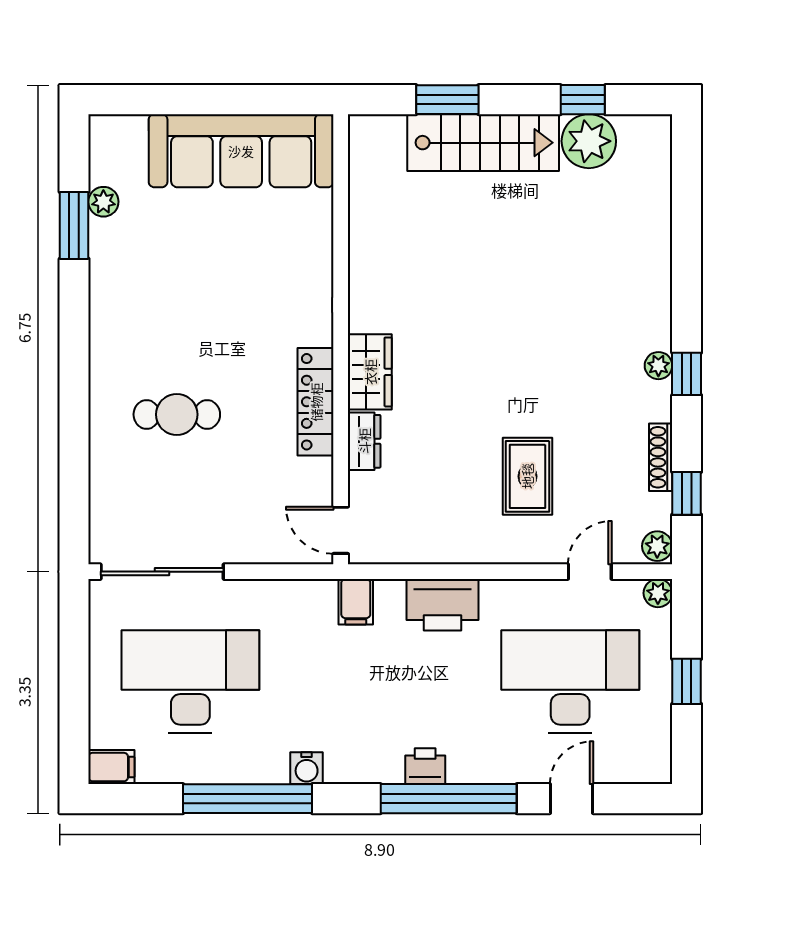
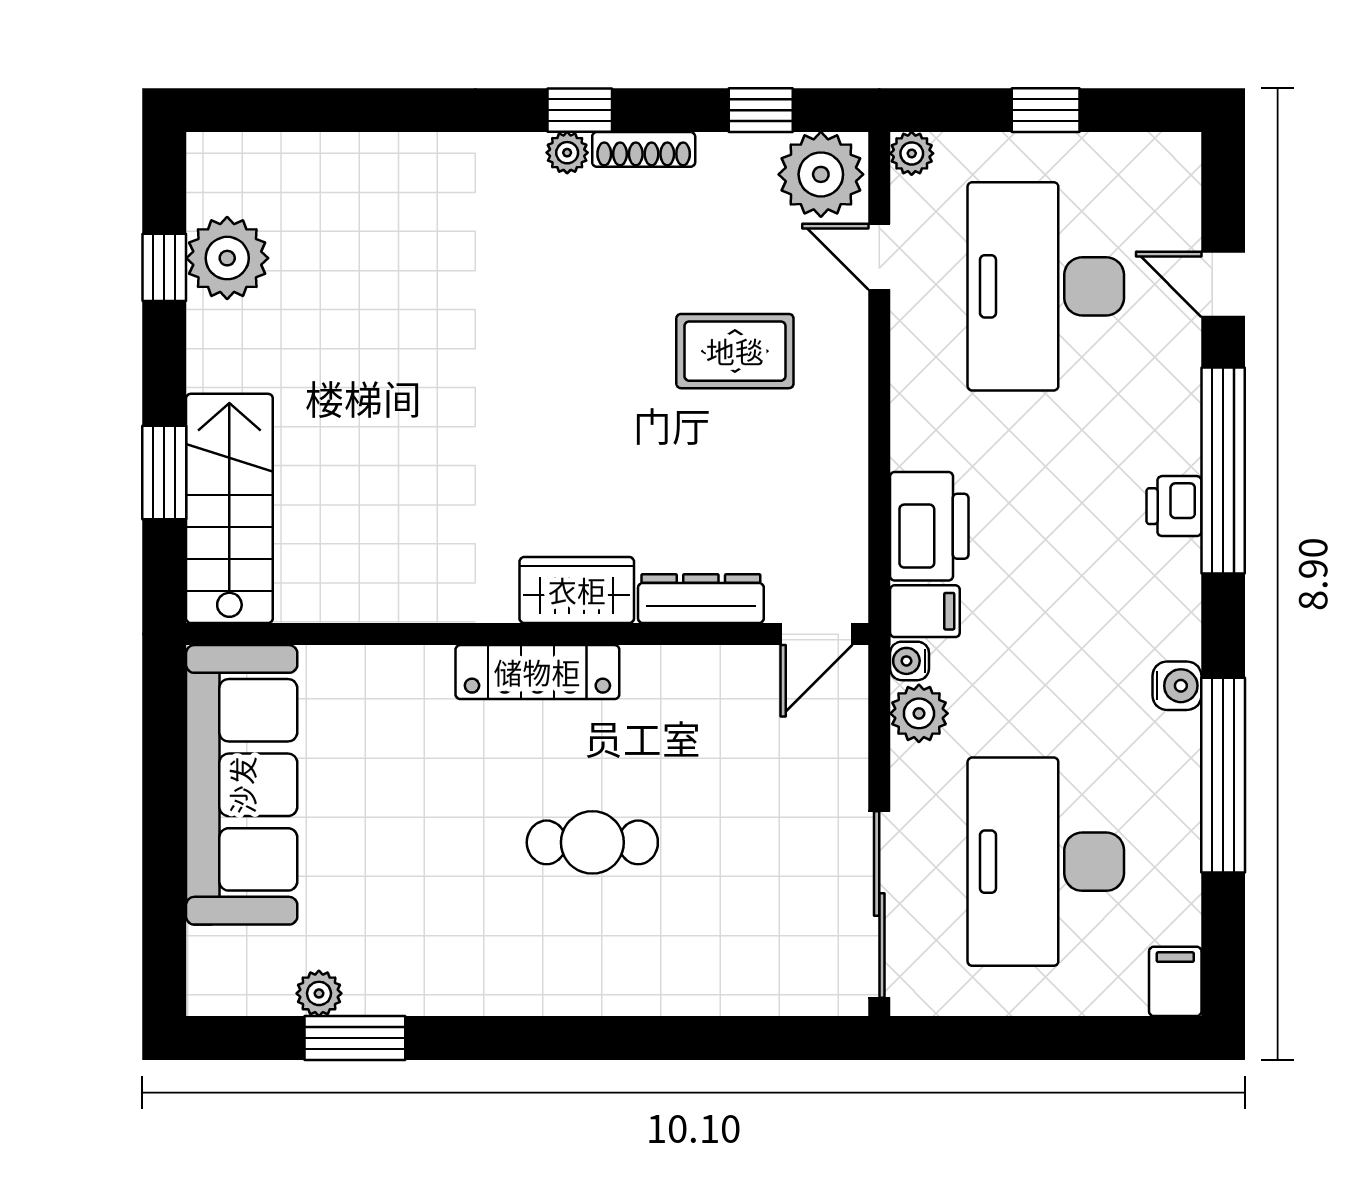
stairs: (483, 143) -> (229, 508), moved
locker: (316, 402) -> (537, 672), moved
cafe table: (177, 414) -> (592, 842), moved, turned 90
dresser: (364, 441) -> (701, 599), width x1.44
shoe rack: (661, 457) -> (644, 149), moved
plant: (657, 546) -> (821, 174), width x1.88, depth x1.88
water cooler: (323, 592) -> (910, 661), added
plant: (288, 598) -> (919, 713), added
printer: (443, 605) -> (929, 526), moved

